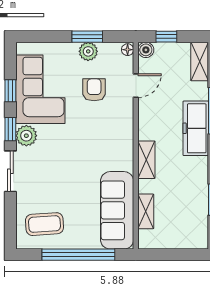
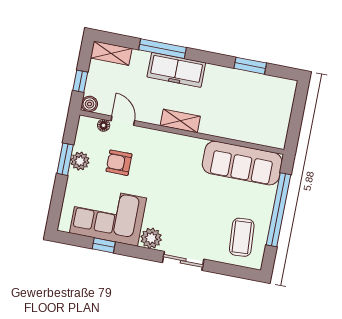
floor lamp: (128, 50) -> (104, 125), moved
window: (10, 129) -> (142, 253), removed
shelving: (146, 160) -> (180, 121), moved
shelving: (146, 211) -> (249, 135), removed

